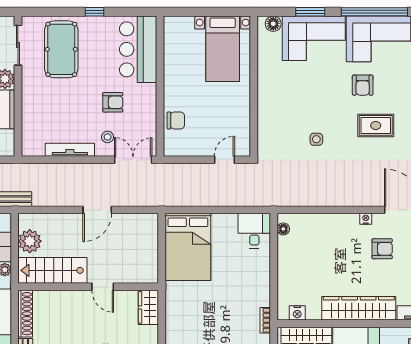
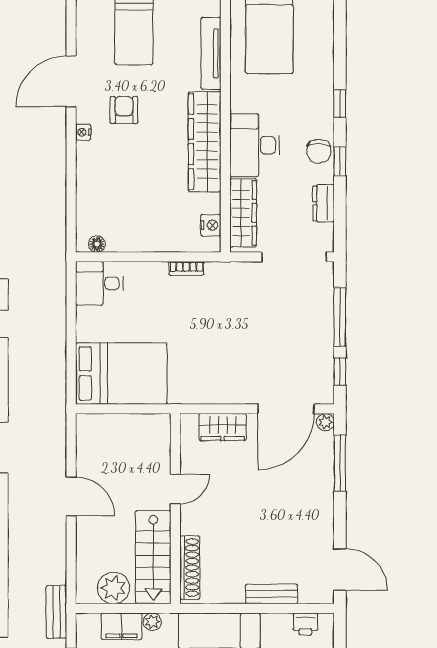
wardrobe: (148, 307) -> (223, 427), moved
shoe rack: (25, 314) -> (190, 568), moved, turned 90
bookcase: (265, 320) -> (186, 268), moved

